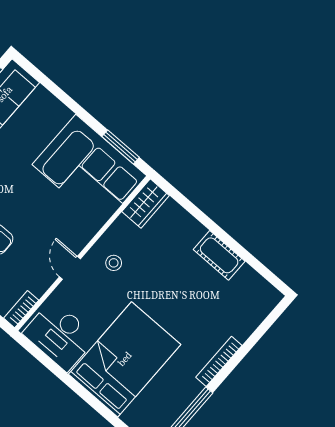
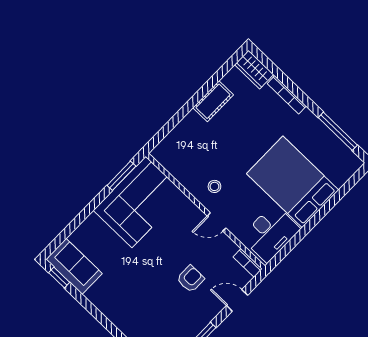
wardrobe: (146, 204) -> (254, 69), moved, turned 180
bookcase: (219, 361) -> (287, 95), moved

